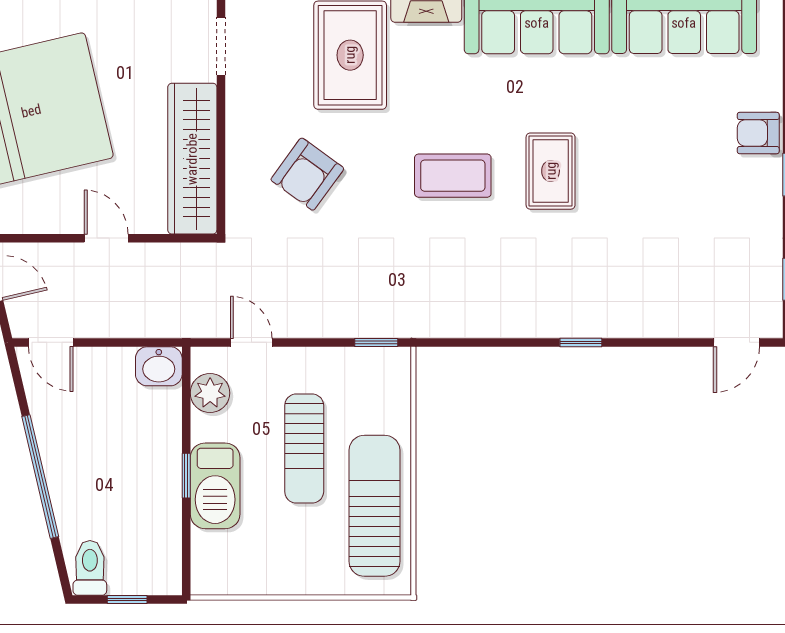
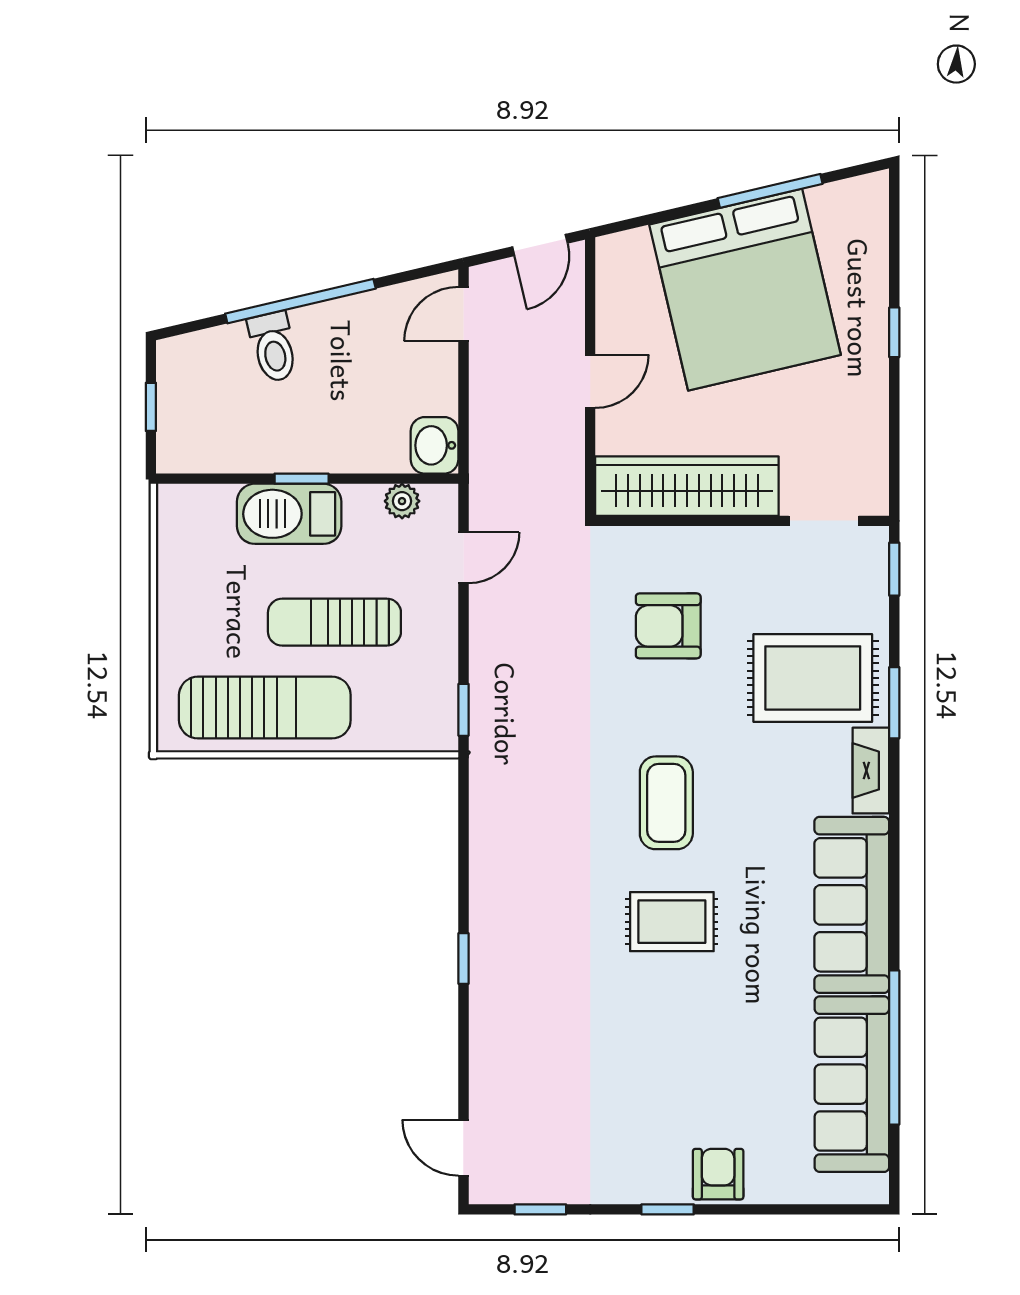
armchair: (307, 174) -> (668, 626), turned -36
plant: (210, 393) -> (402, 501), width x0.73, depth x0.73
toilet: (90, 568) -> (273, 347), moved, turned 77

